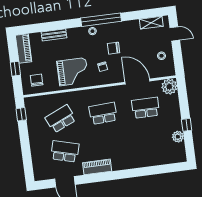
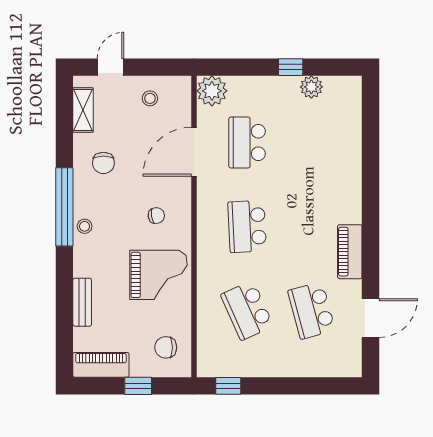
chair: (114, 48) -> (103, 163), moved
grand piano: (73, 72) -> (158, 275), turned 90
school desk: (65, 151) -> (311, 310), turned -30

